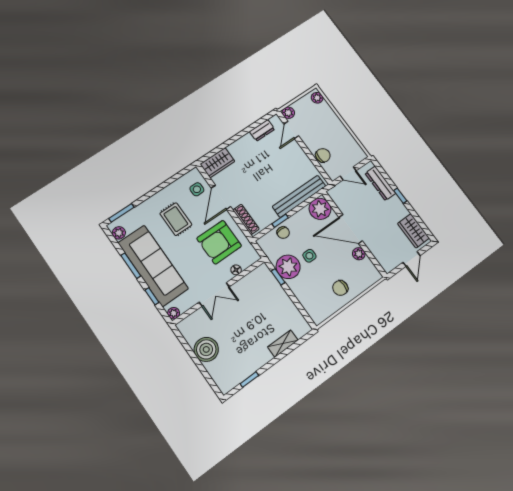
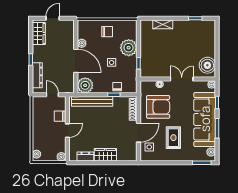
door: (291, 130) -> (67, 131), moved
wardrobe: (217, 163) -> (105, 155), moved
plant: (288, 267) -> (129, 48), moved
boiler: (206, 349) -> (207, 65), moved

